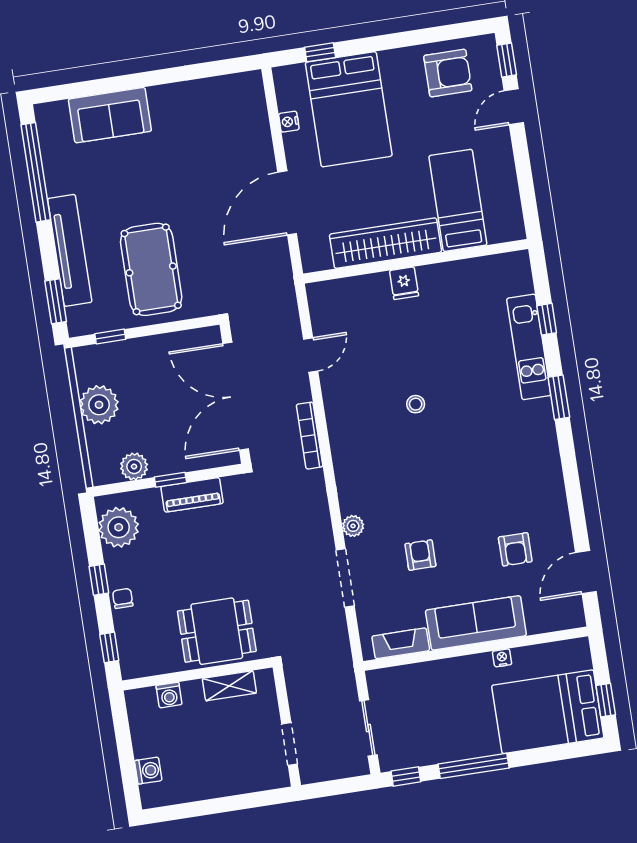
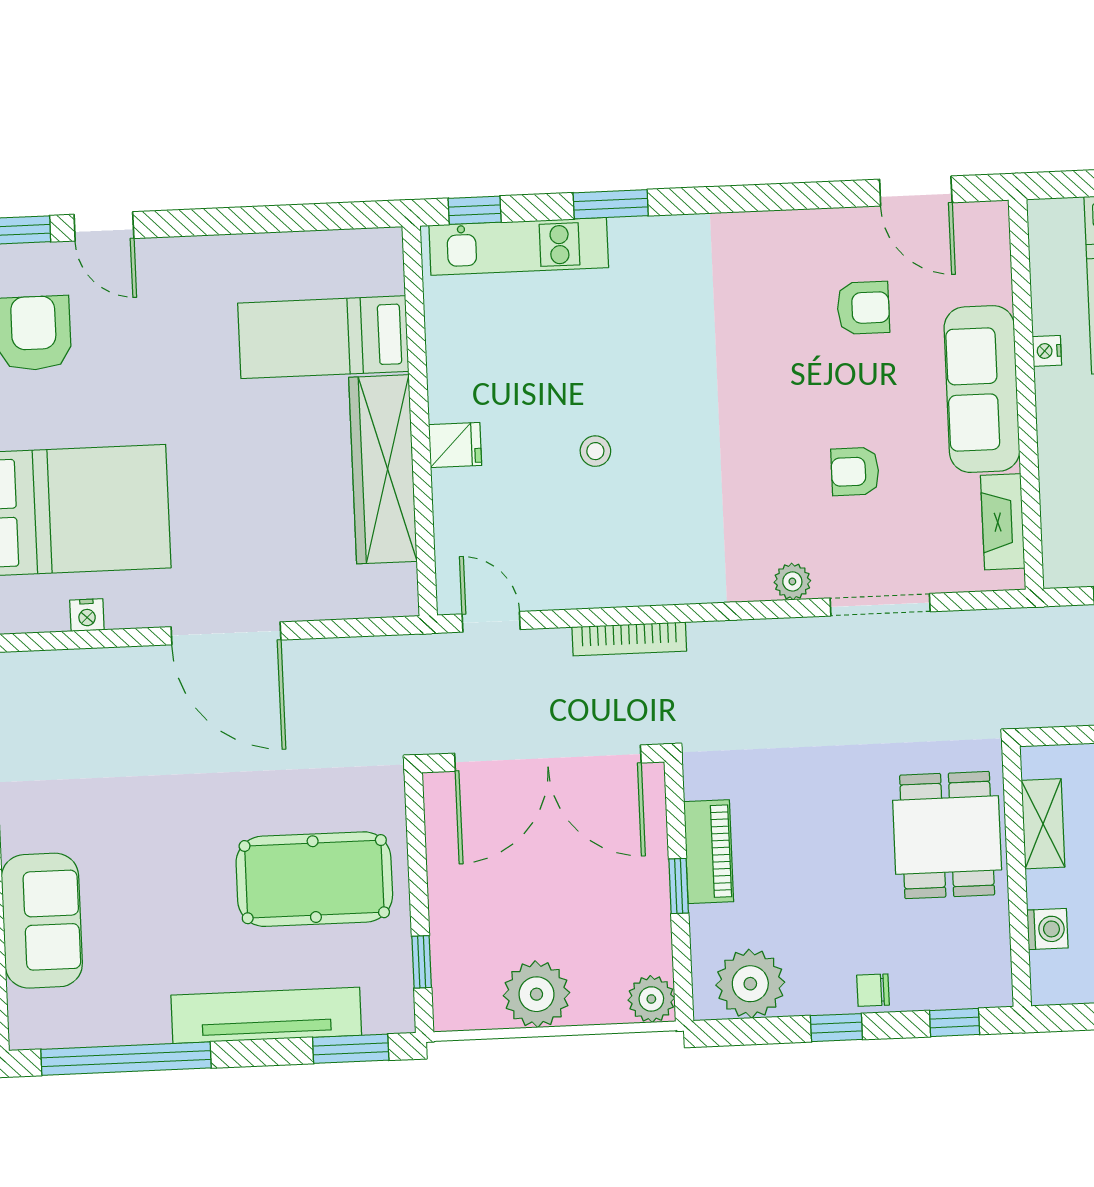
bed: (458, 200) -> (323, 337), moved
wardrobe: (385, 243) -> (383, 469), moved
wall: (416, 261) -> (420, 421), moved
fridge: (404, 283) -> (455, 445), moved
plant: (134, 467) -> (651, 999), moved

